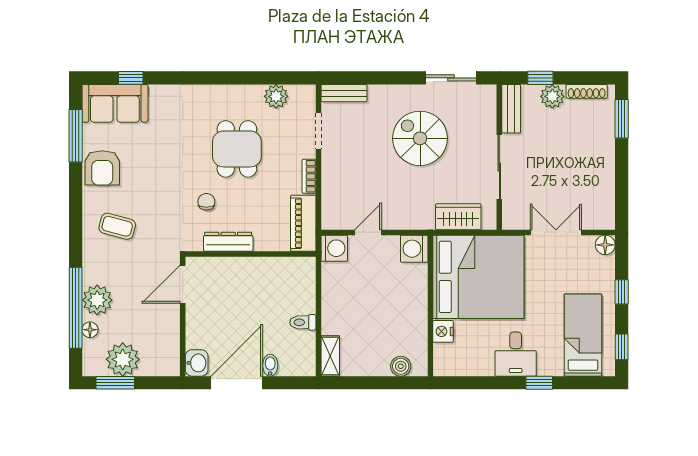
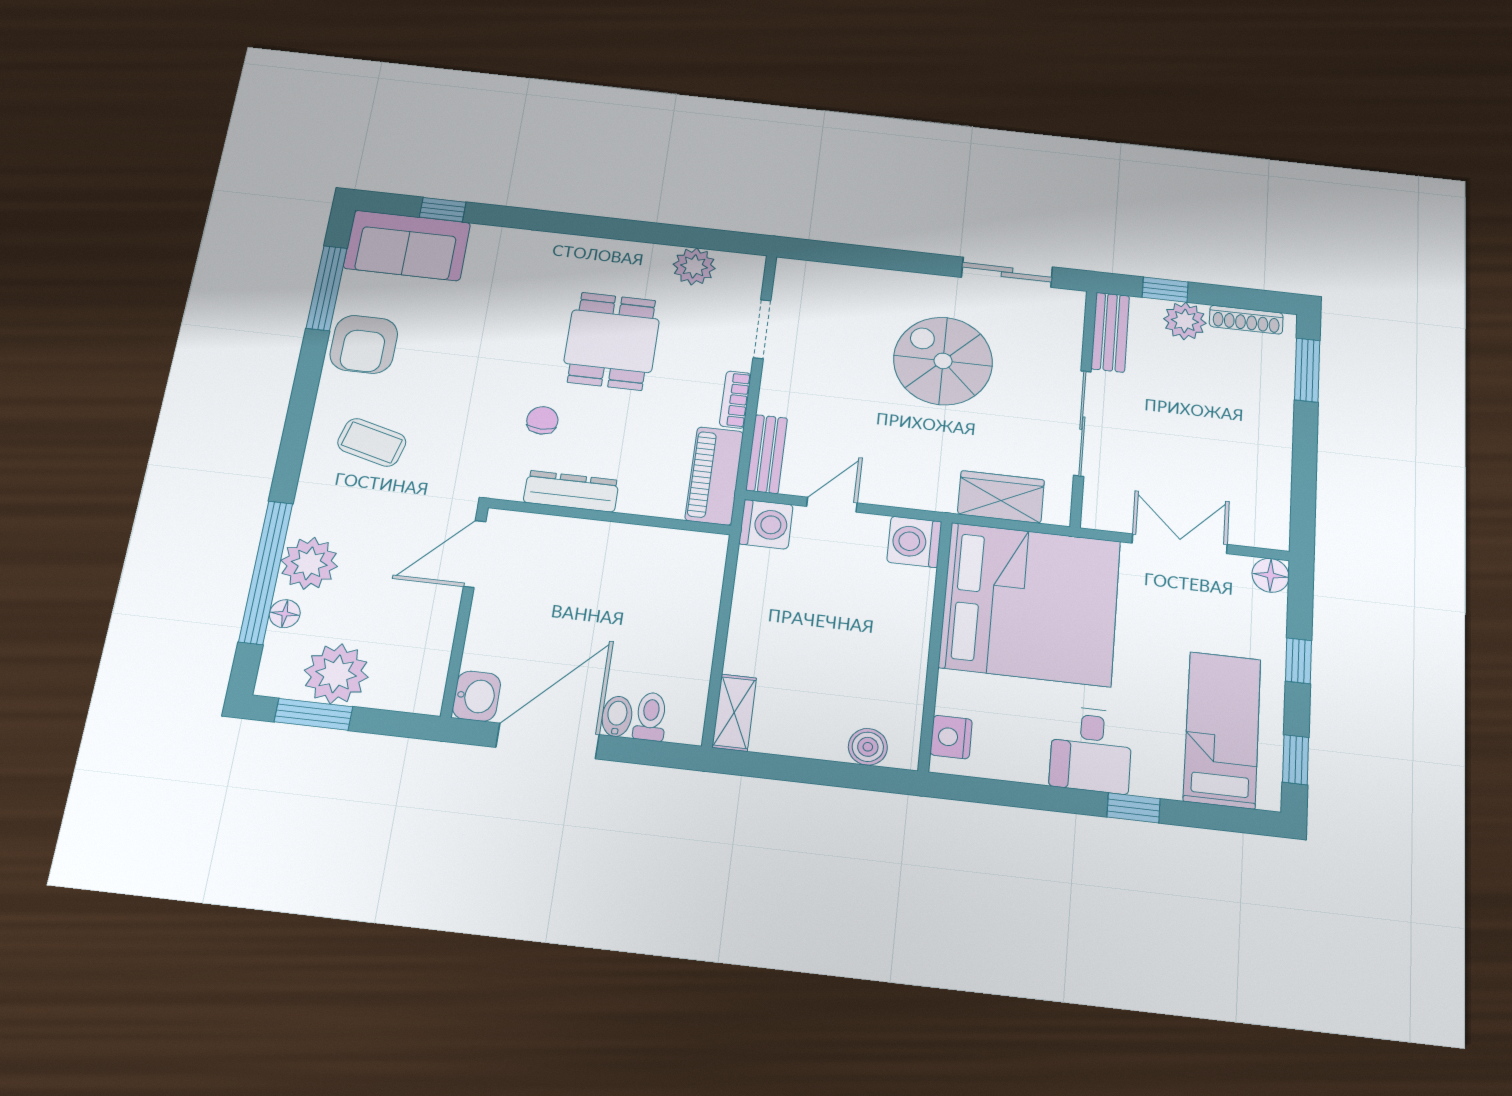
bench: (344, 93) -> (767, 454), moved, turned 90
toilet: (303, 322) -> (651, 717), moved, turned 90
nightstand: (443, 331) -> (951, 737), moved

